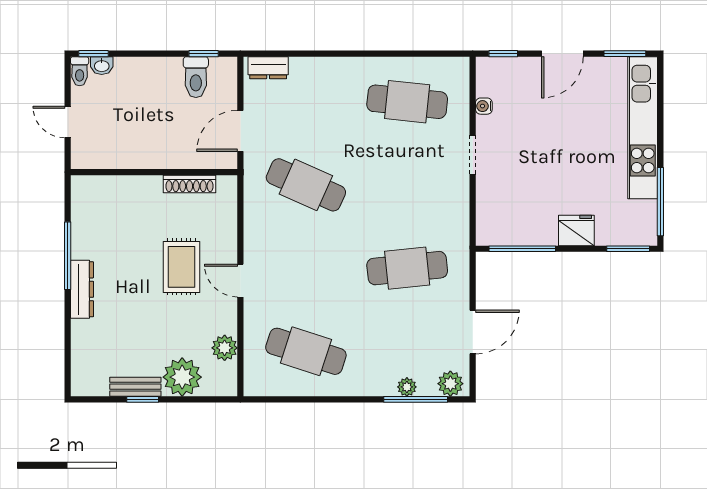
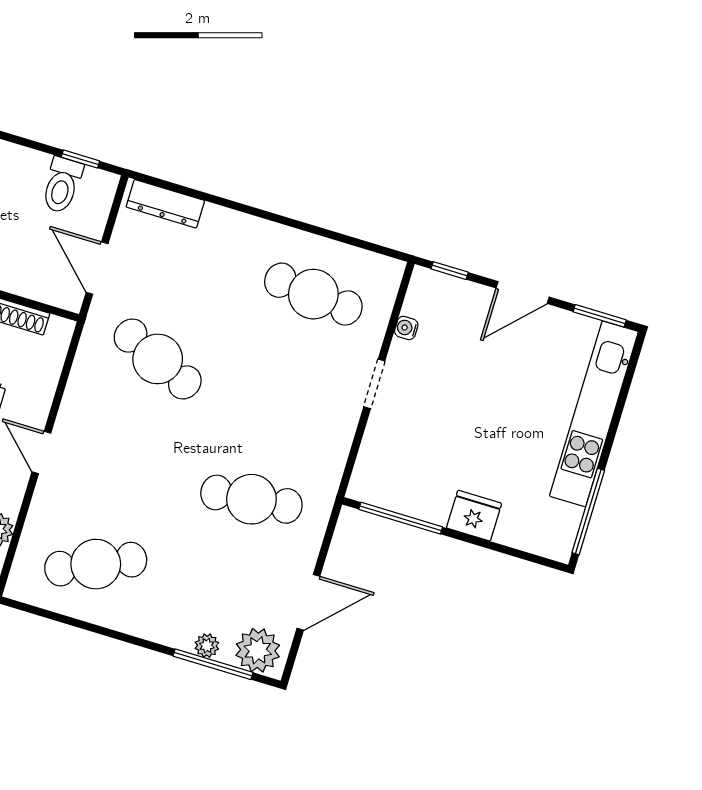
dresser: (268, 68) -> (165, 204), width x1.44
door: (240, 131) -> (97, 268), hinge flipped
window: (628, 249) -> (531, 558), removed
cafe table: (306, 351) -> (96, 564), turned -42
plant: (450, 384) -> (258, 650), width x1.36, depth x1.36

